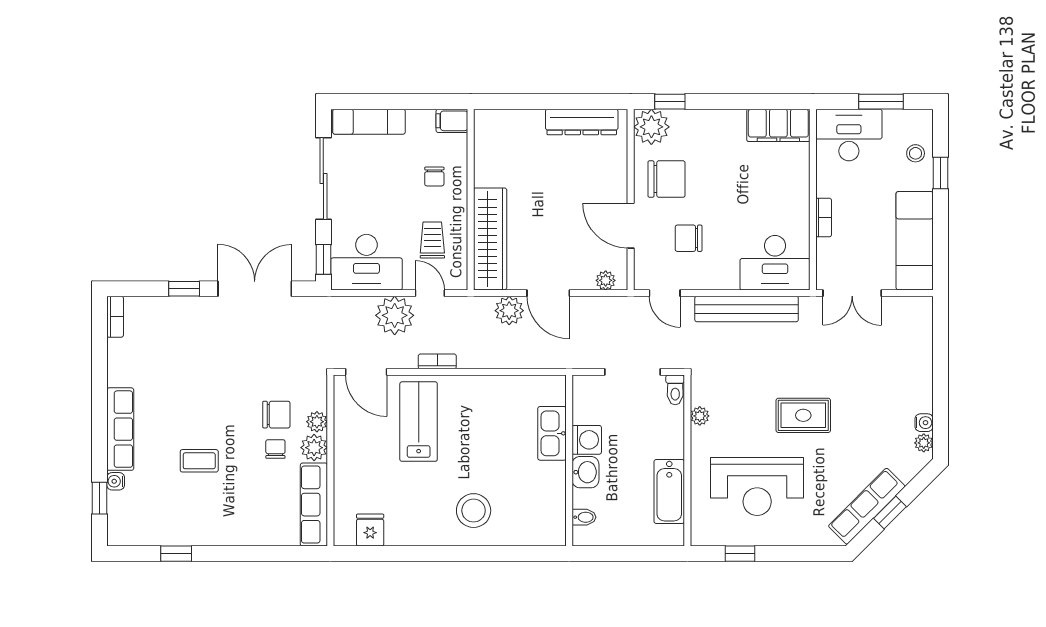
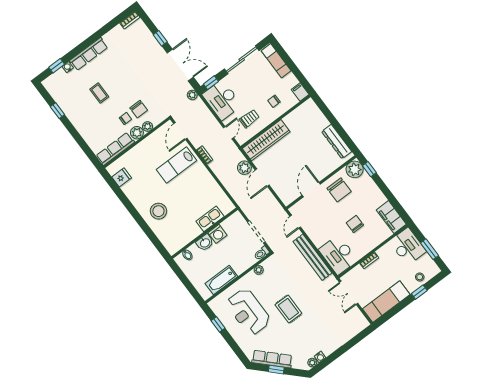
chair: (689, 238) -> (355, 224), moved
plant: (606, 280) -> (283, 196), removed
plant: (395, 315) -> (192, 95), moved, width x0.53, depth x0.53
lab bench: (419, 422) -> (177, 165), turned 180

